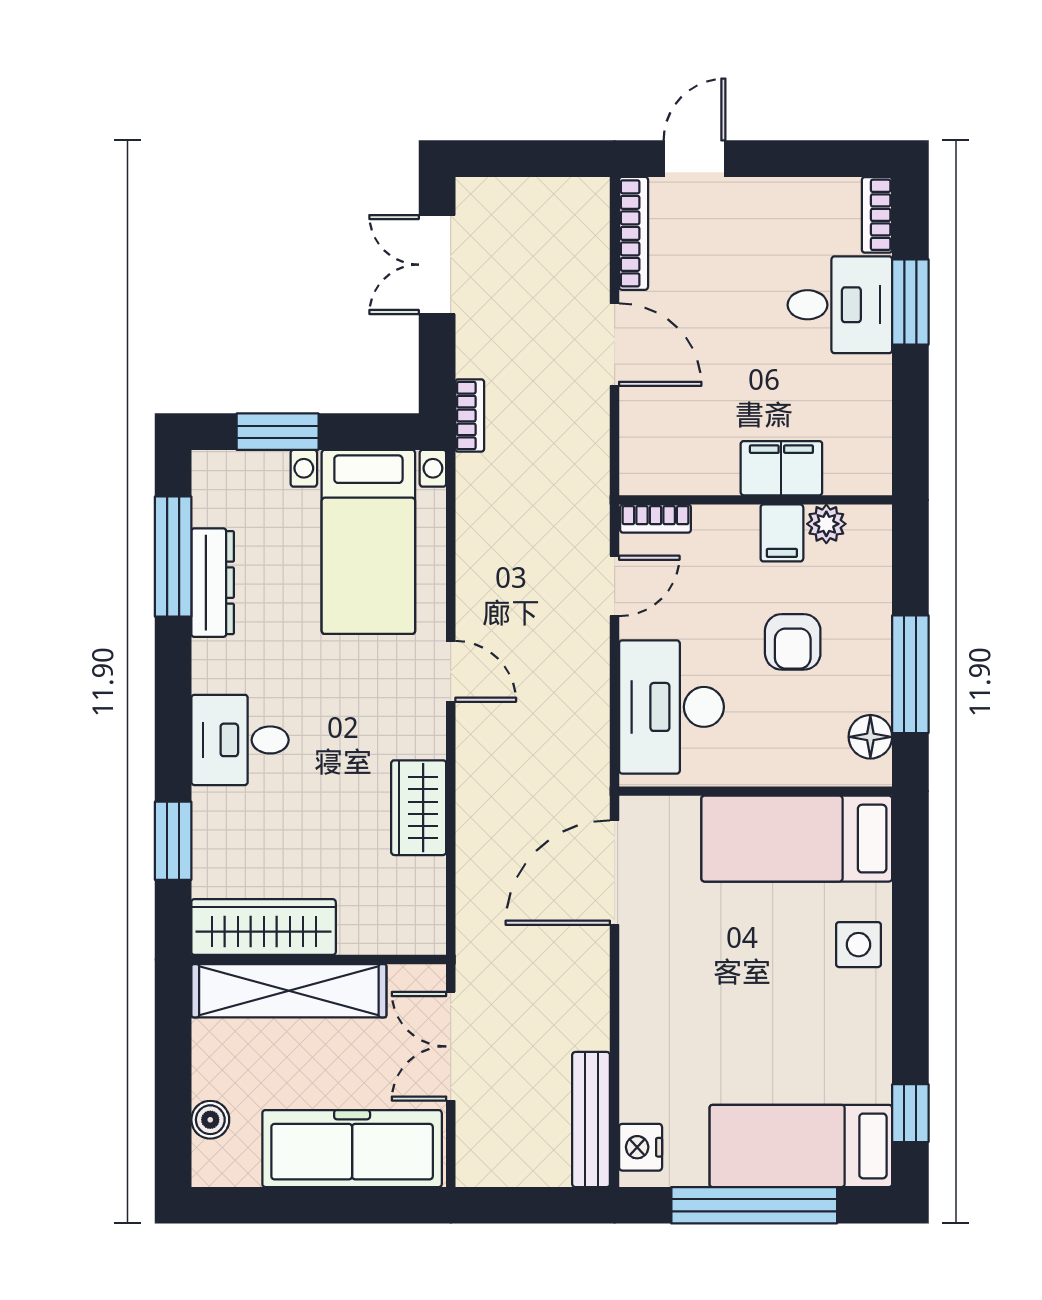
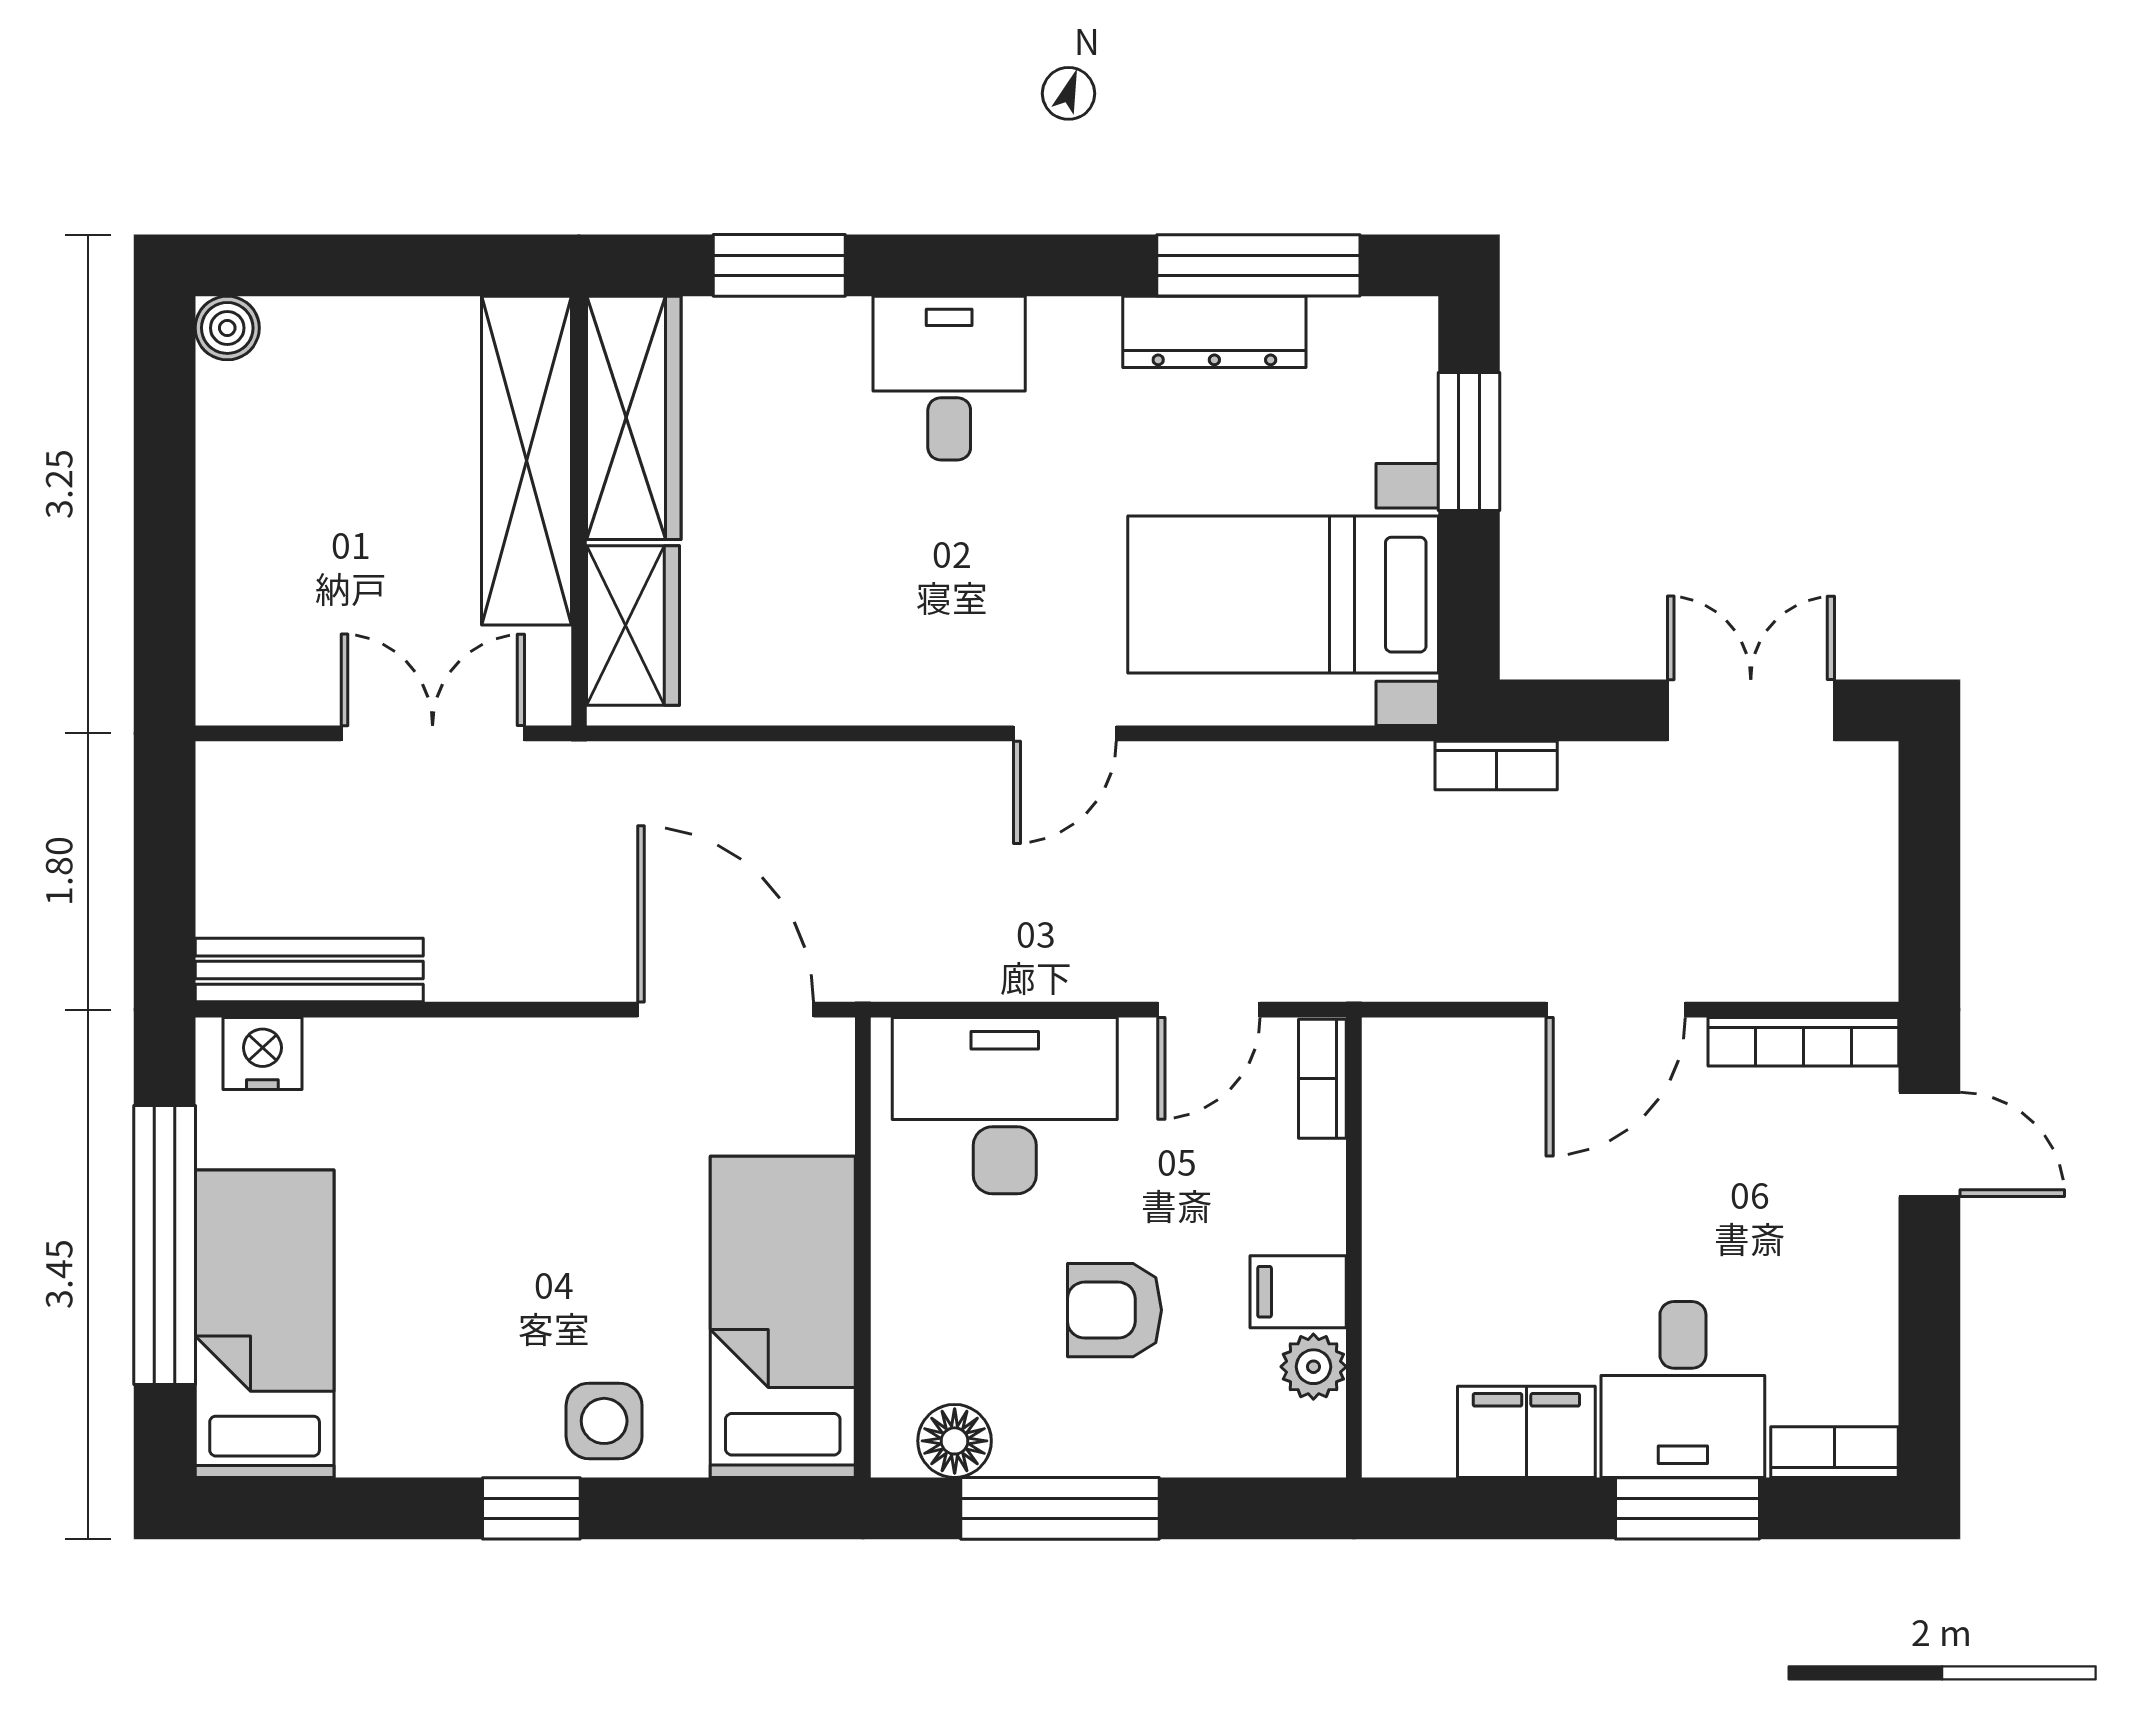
filing cabinet: (781, 468) -> (1526, 1432), moved, turned -90
door: (615, 586) -> (1209, 1010), hinge flipped
wardrobe: (419, 808) -> (633, 626), moved, turned 90
window: (910, 1113) -> (531, 1508), moved
boiler: (210, 1120) -> (227, 328), moved
freezer: (352, 1149) -> (260, 567), removed

